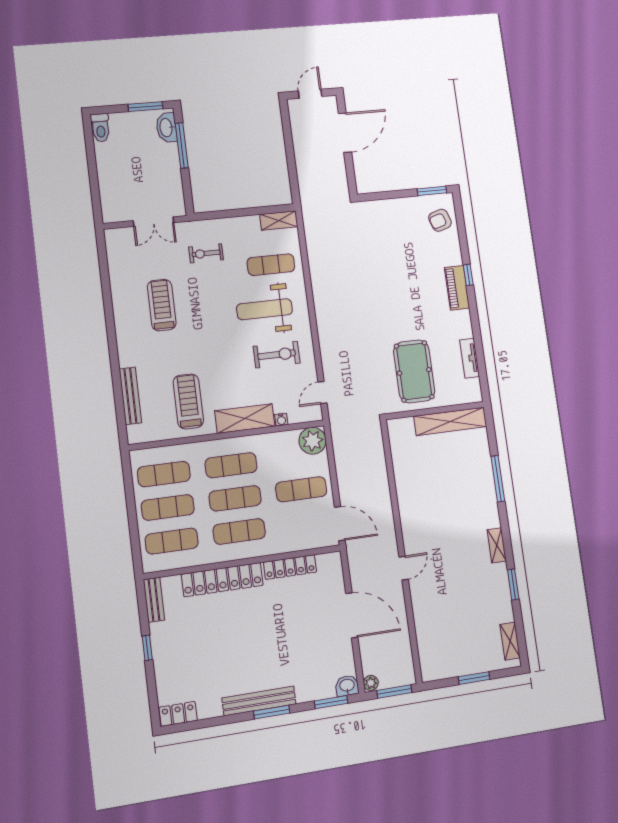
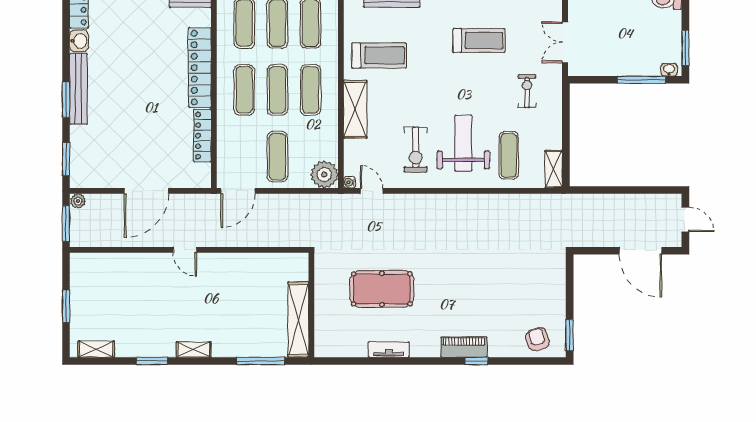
washbasin: (167, 128) -> (669, 70), width x0.52, depth x0.69
wall: (435, 411) -> (311, 305), moved
water cooler: (281, 420) -> (349, 182), moved
shelving: (450, 421) -> (298, 320), moved
washbasin: (347, 686) -> (79, 41), moved

